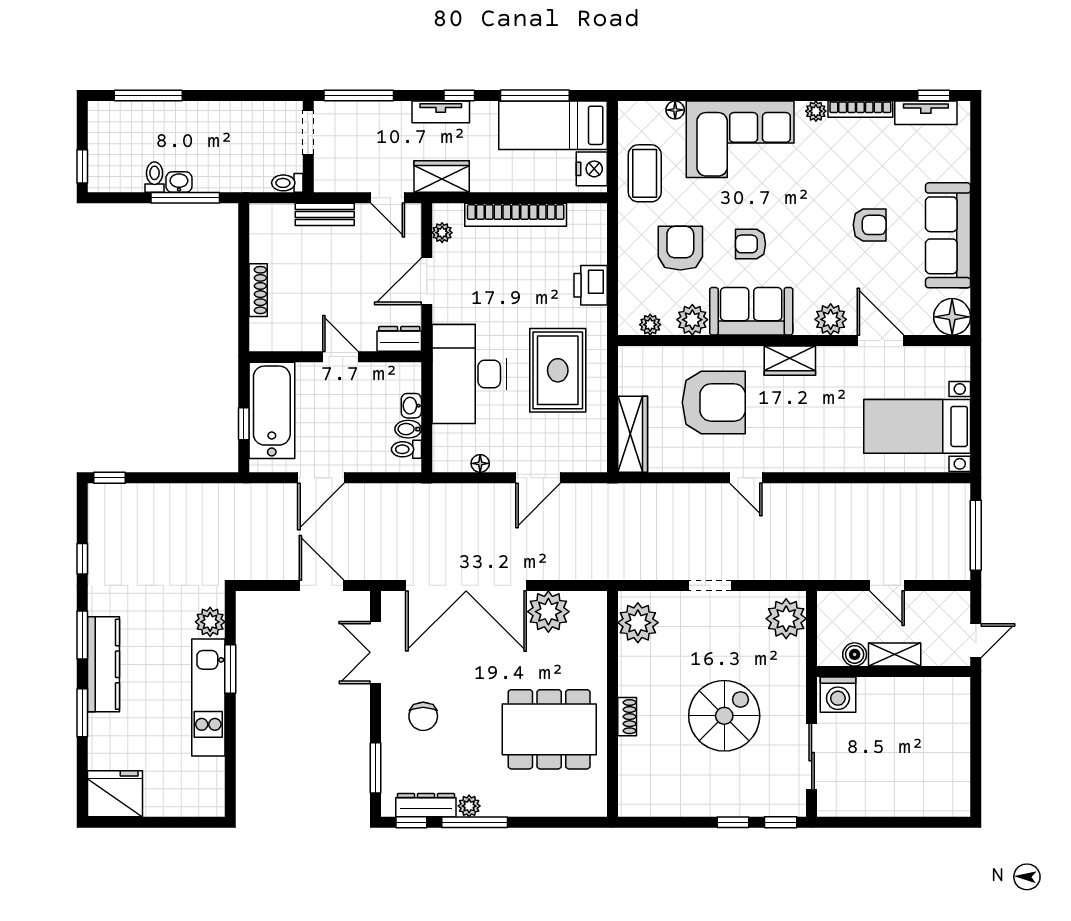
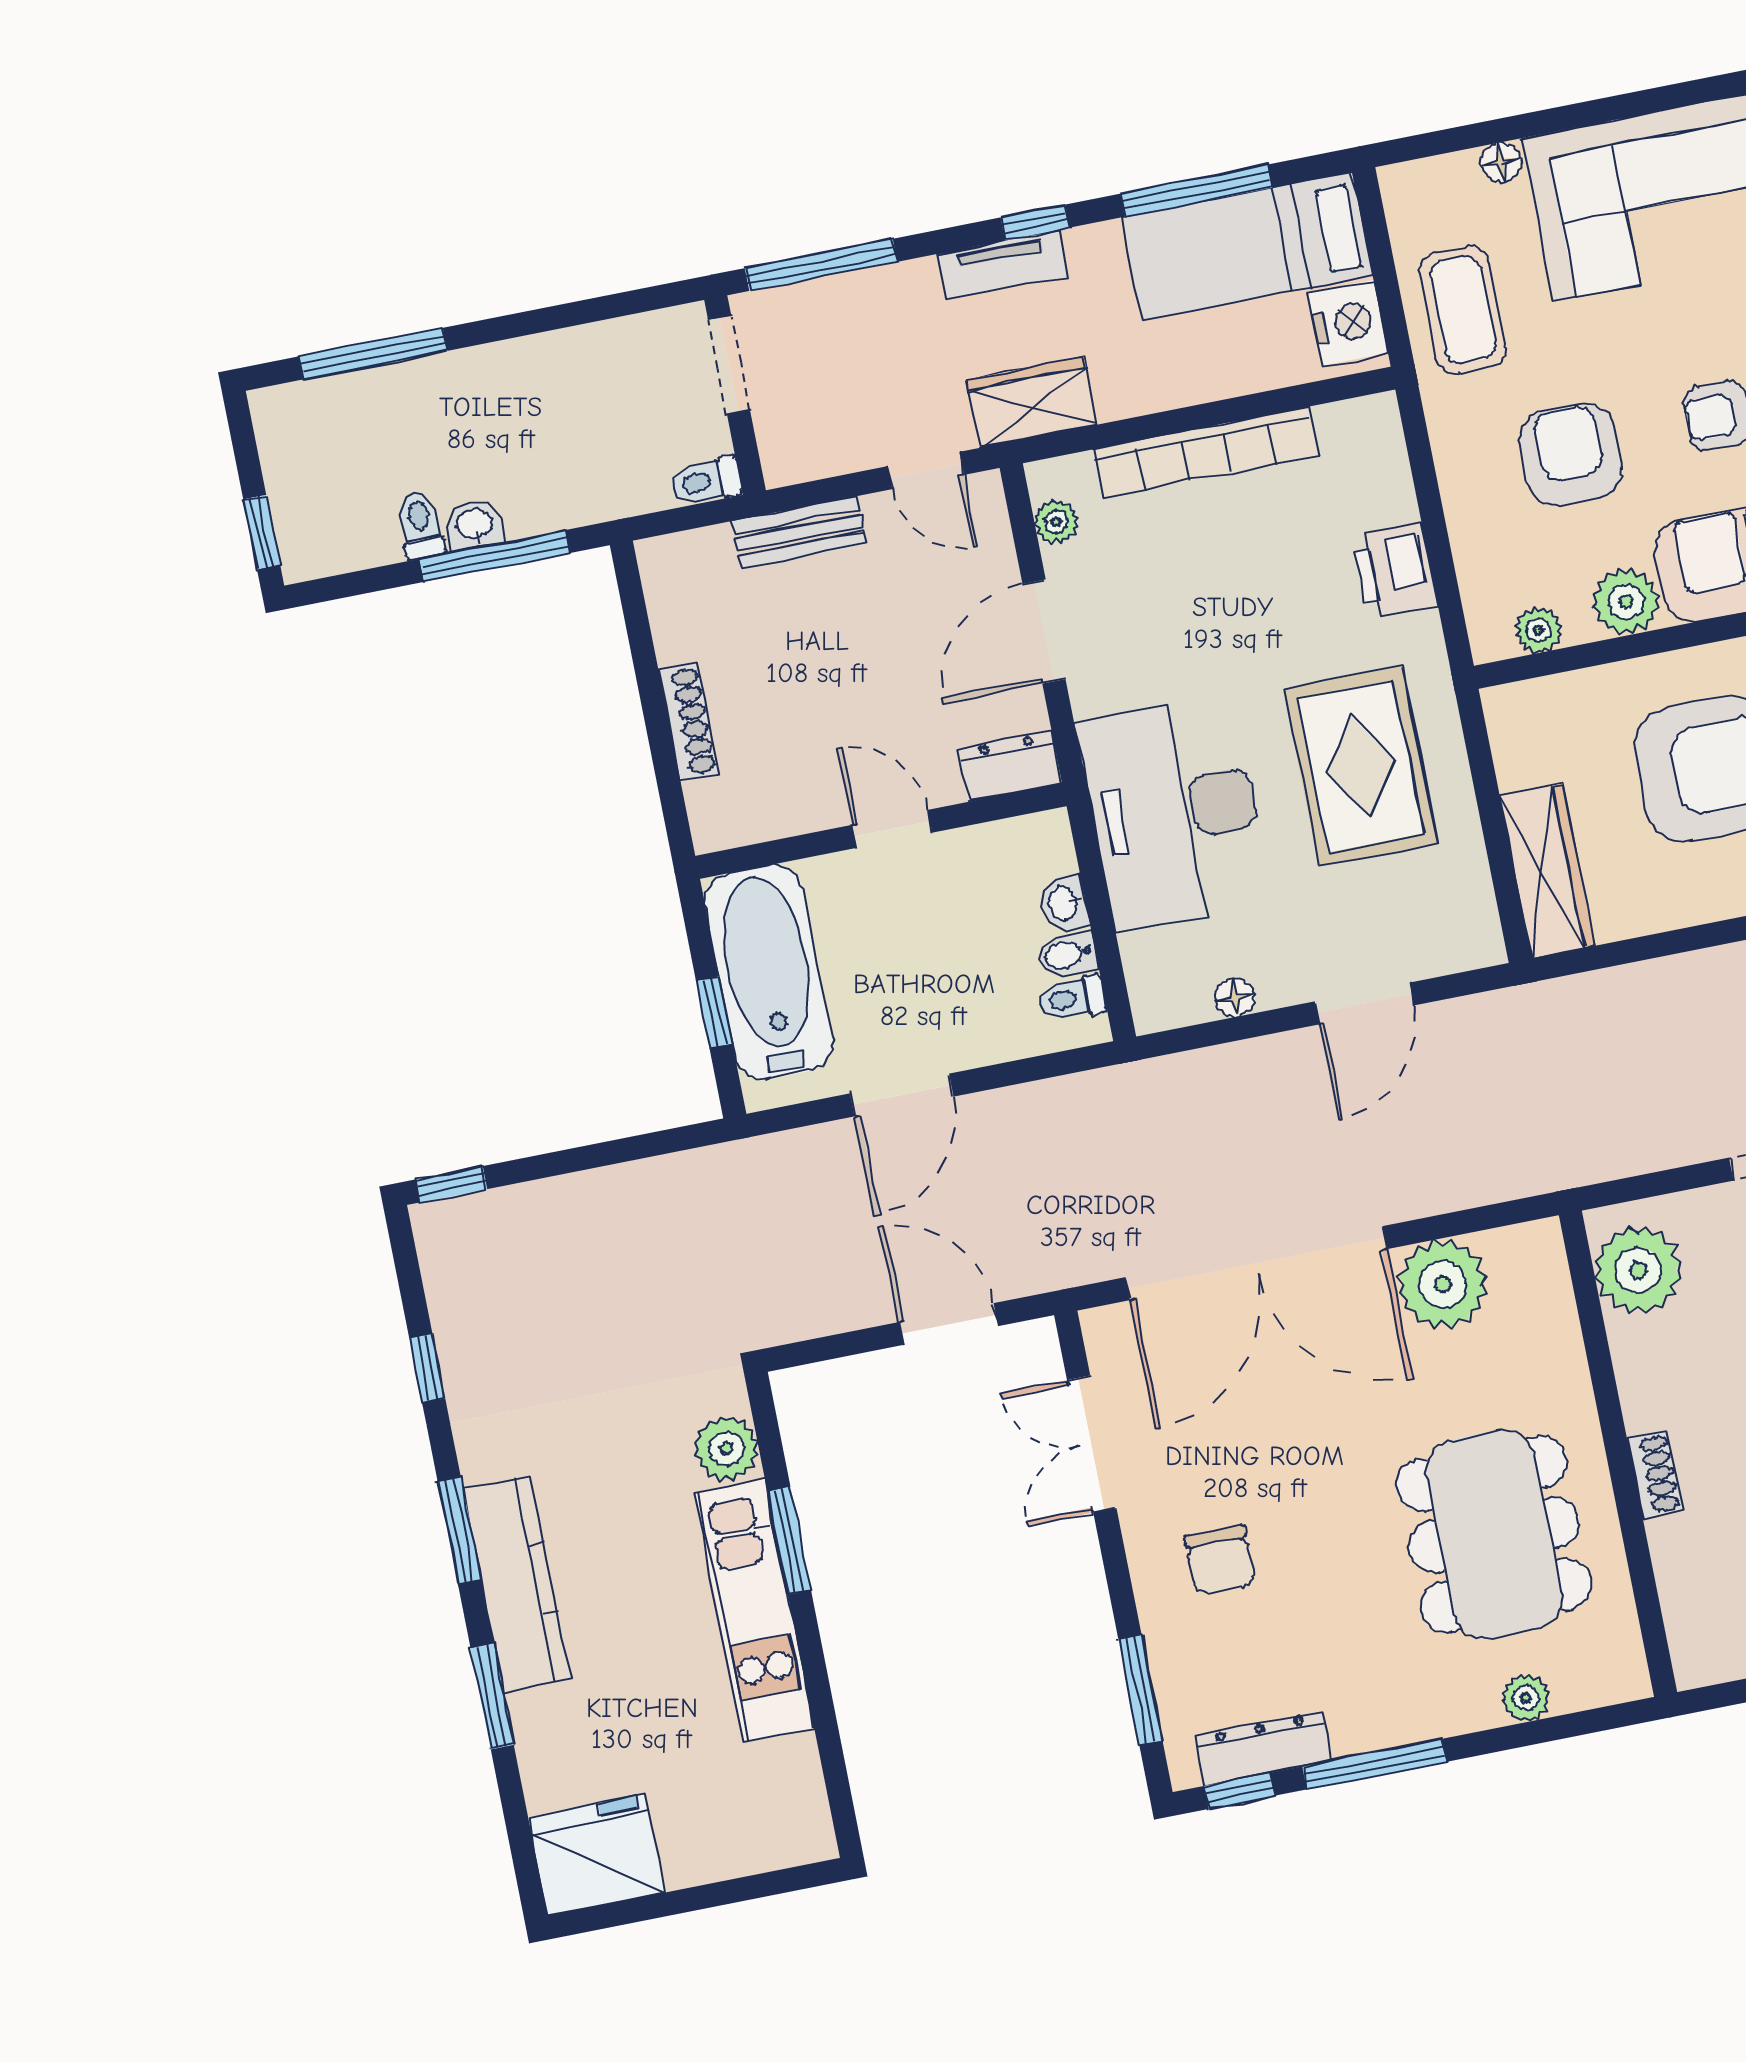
dining table: (549, 729) -> (1494, 1535), turned 90
plant: (469, 806) -> (1526, 1698), moved

